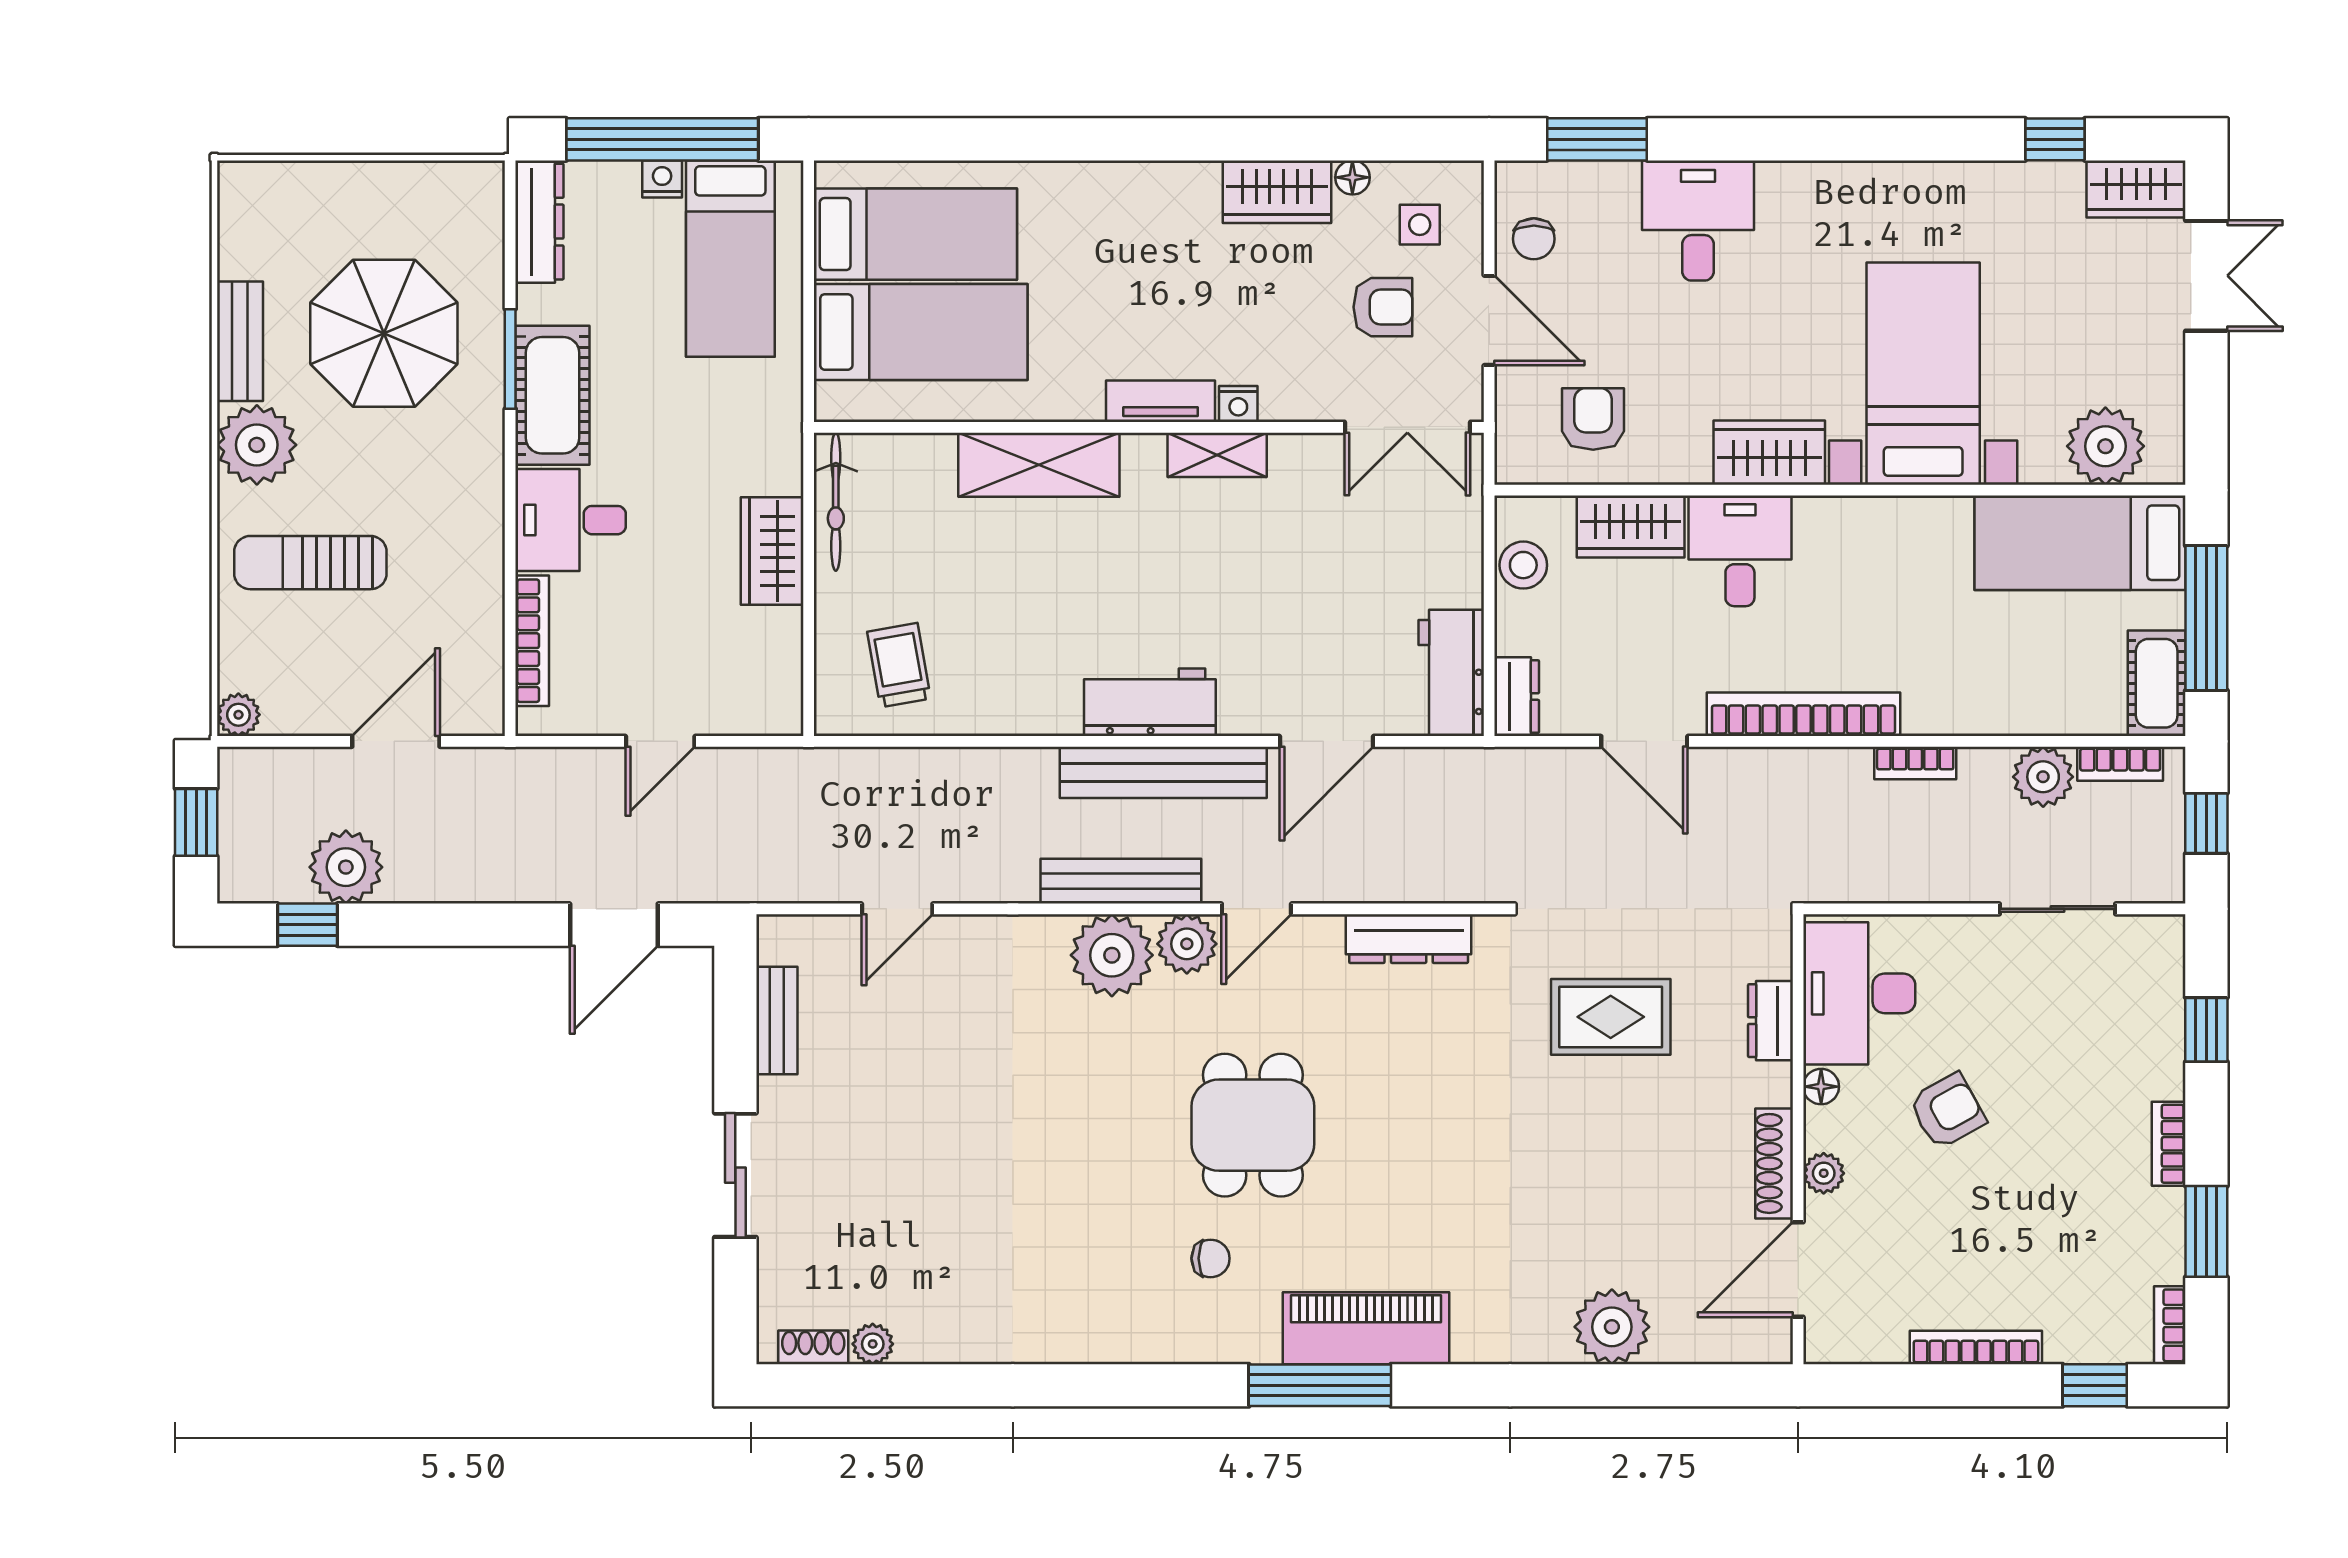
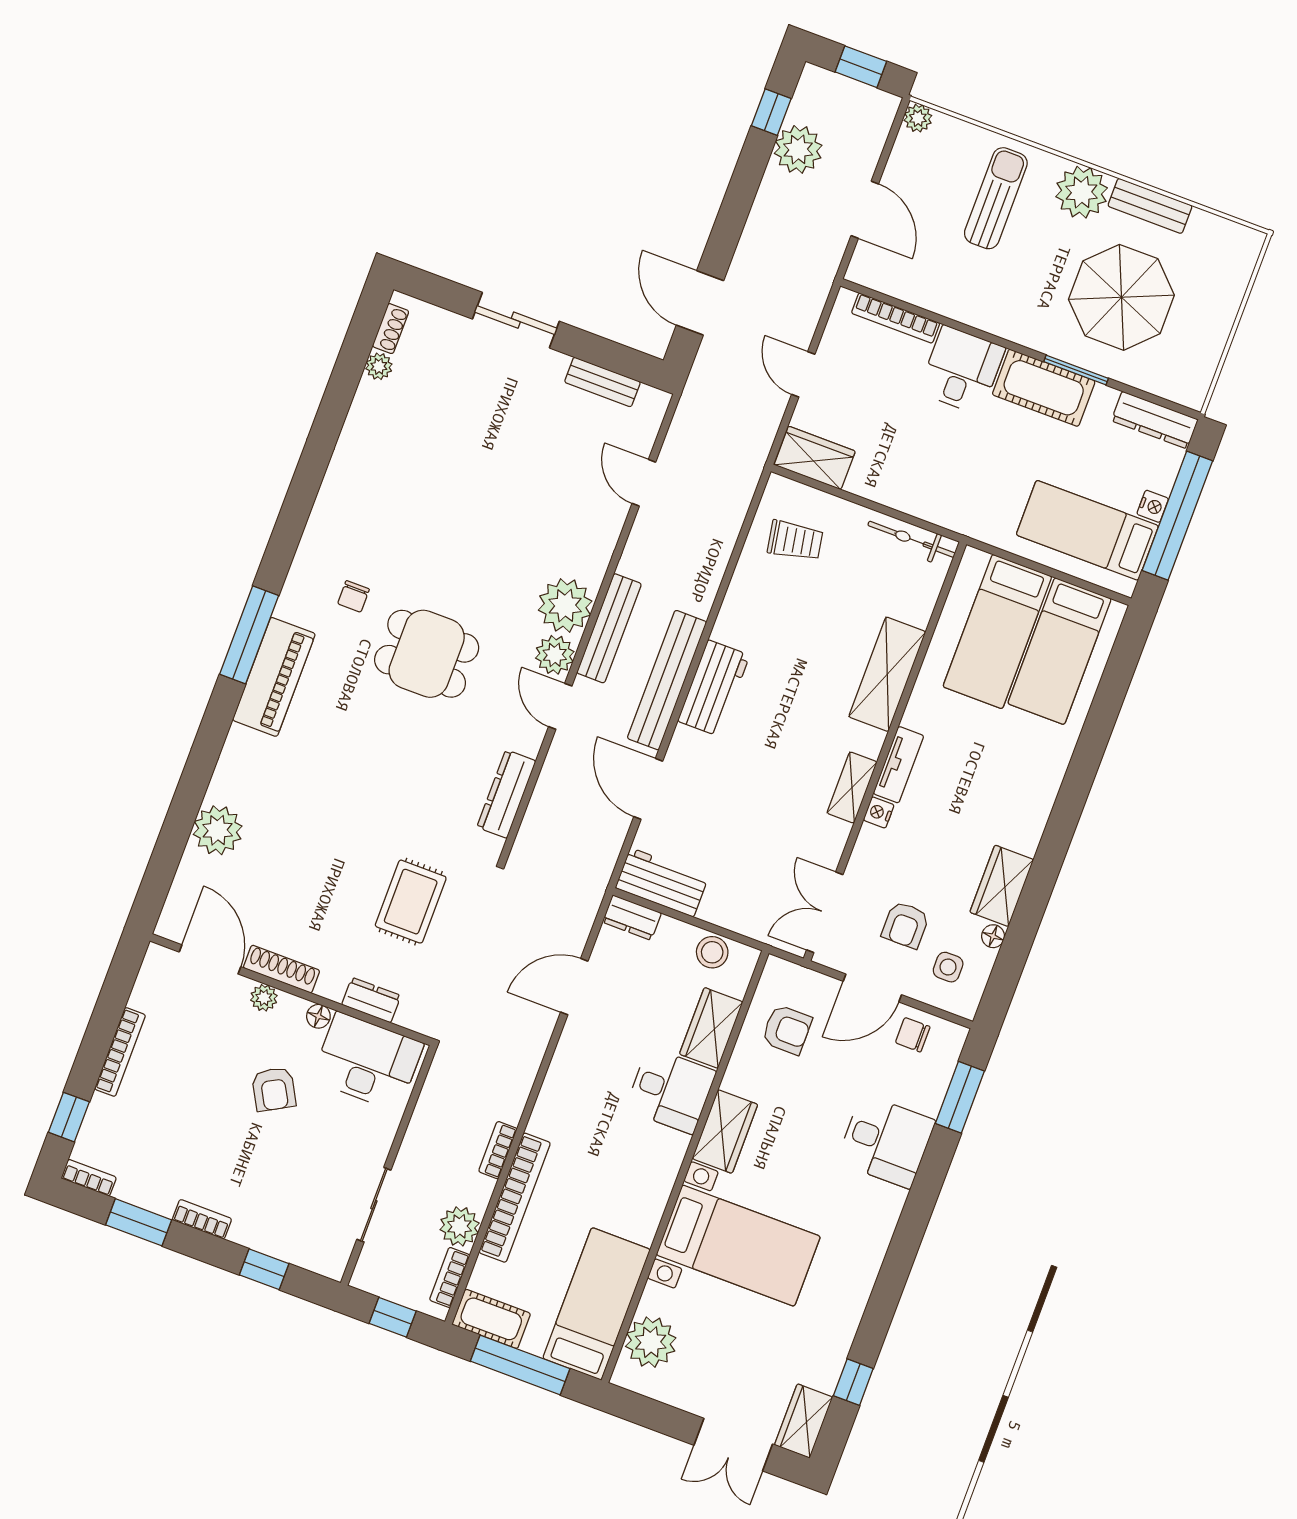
wardrobe: (772, 551) -> (815, 458), moved
bookcase: (1803, 714) -> (515, 1198), moved

